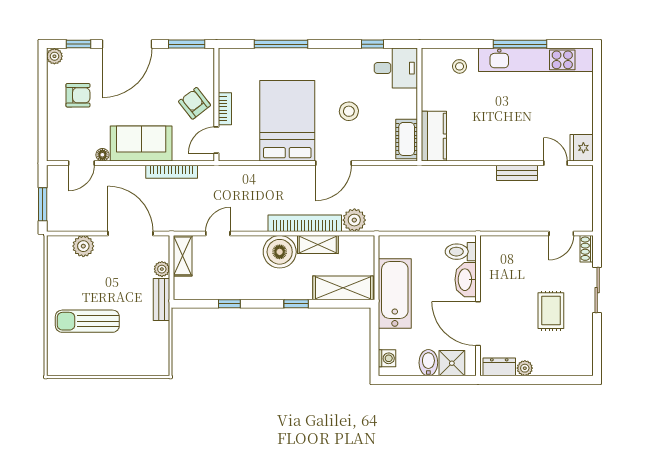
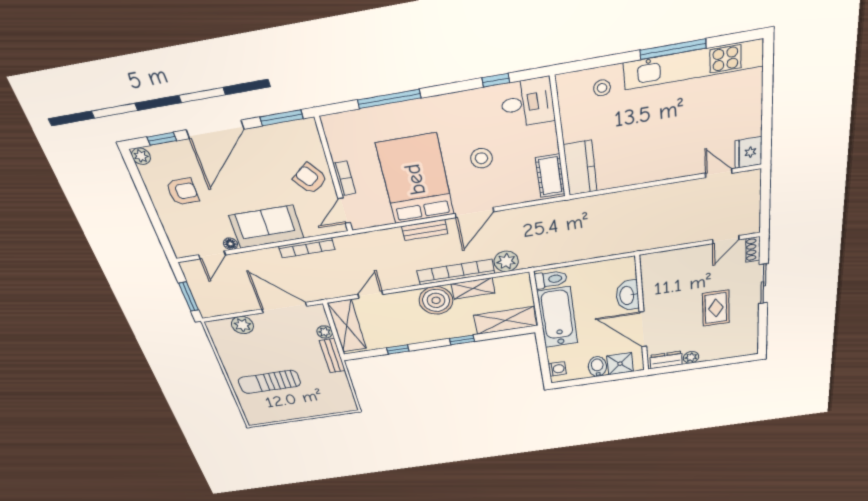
bench: (517, 173) -> (425, 230), moved
toilet: (461, 252) -> (551, 279), moved, turned 180
shelving: (183, 256) -> (347, 326), width x1.50, depth x1.33

